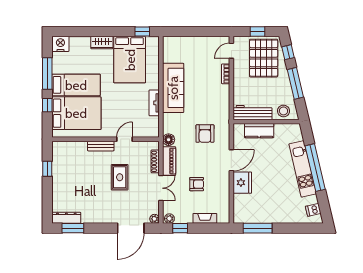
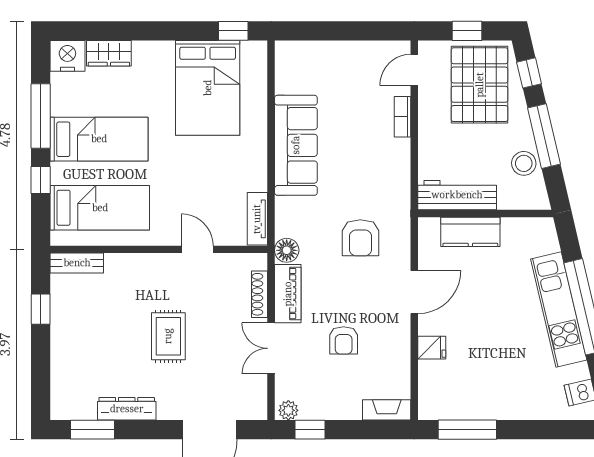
wardrobe: (102, 43) -> (109, 53), moved
tv unit: (154, 103) -> (257, 219), moved
stool: (283, 111) -> (524, 163), moved
bed: (76, 113) -> (100, 208), width x0.67
door: (125, 139) -> (197, 249), hinge flipped
bench: (101, 146) -> (77, 263), moved
rug: (120, 177) -> (168, 336), moved
fridge: (242, 183) -> (432, 348), width x0.53, depth x0.75
armchair: (197, 184) -> (344, 340), turned 90
double door: (161, 188) -> (271, 348), swing flipped
dresser: (66, 218) -> (127, 409), moved
fireplace: (205, 218) -> (387, 410), moved
plant: (154, 219) -> (258, 411), removed

